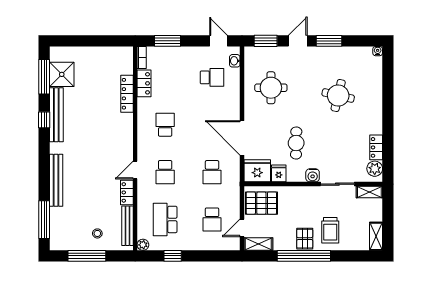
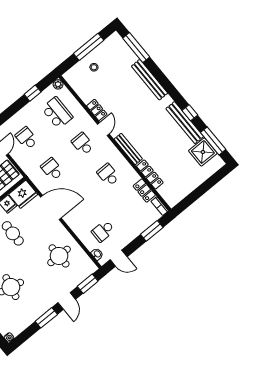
school desk: (165, 125) -> (108, 175), turned 180
bench: (128, 226) -> (128, 149), moved

